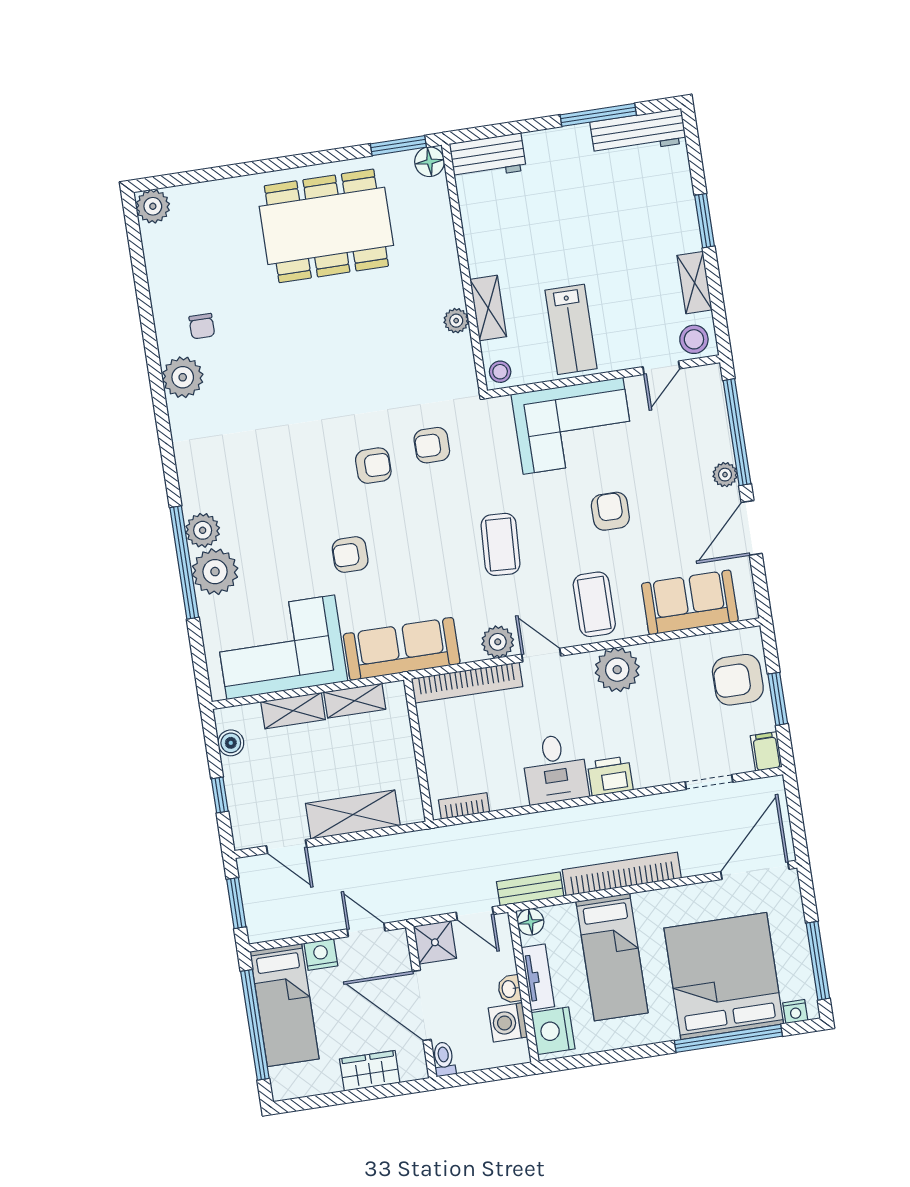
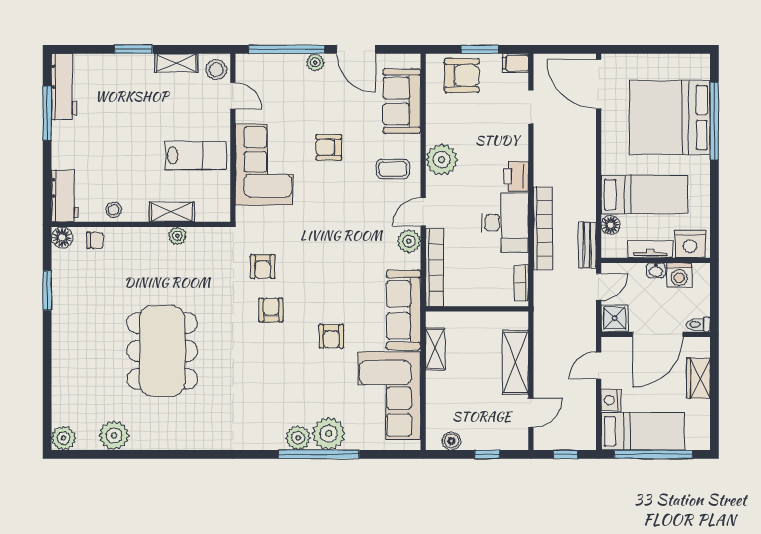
window: (398, 146) -> (47, 291), moved
dining table: (326, 226) -> (162, 351), moved
chair: (202, 326) -> (95, 240), moved
stool: (500, 372) -> (114, 210), moved
plant: (183, 377) -> (114, 435), moved
coffee table: (501, 544) -> (340, 229), removed
coffee table: (594, 604) -> (393, 169), width x0.73, depth x0.77
armchair: (738, 680) -> (462, 75), turned -90
shelving: (293, 711) -> (435, 393), removed
desk: (555, 769) -> (505, 223), width x1.37
bookcase: (622, 874) -> (543, 228), moved, turned 180
window: (236, 903) -> (565, 454), width x0.67
floor lamp: (531, 922) -> (611, 225), moved
window: (818, 961) -> (669, 49), removed
nightstand: (795, 1012) -> (703, 71), removed

